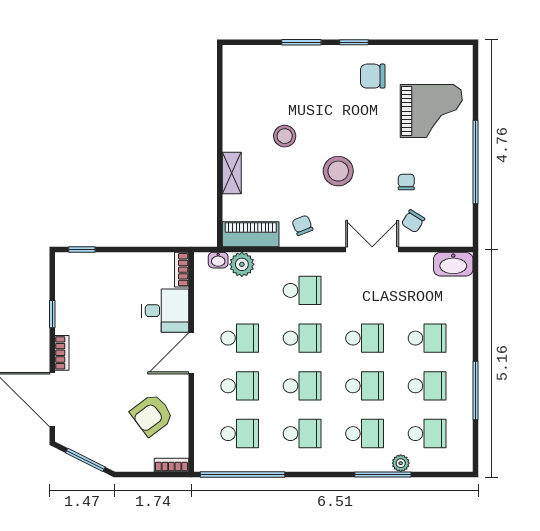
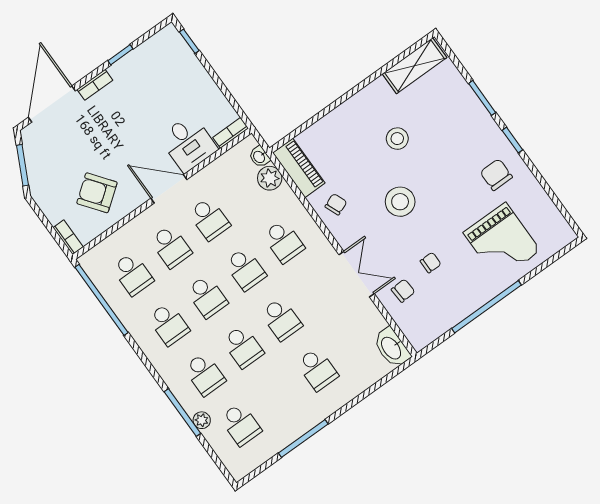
shelving: (232, 173) -> (414, 66), moved, width x1.50, depth x1.33
chair: (413, 221) -> (403, 291), turned 145
school desk: (427, 386) -> (279, 397), removed

